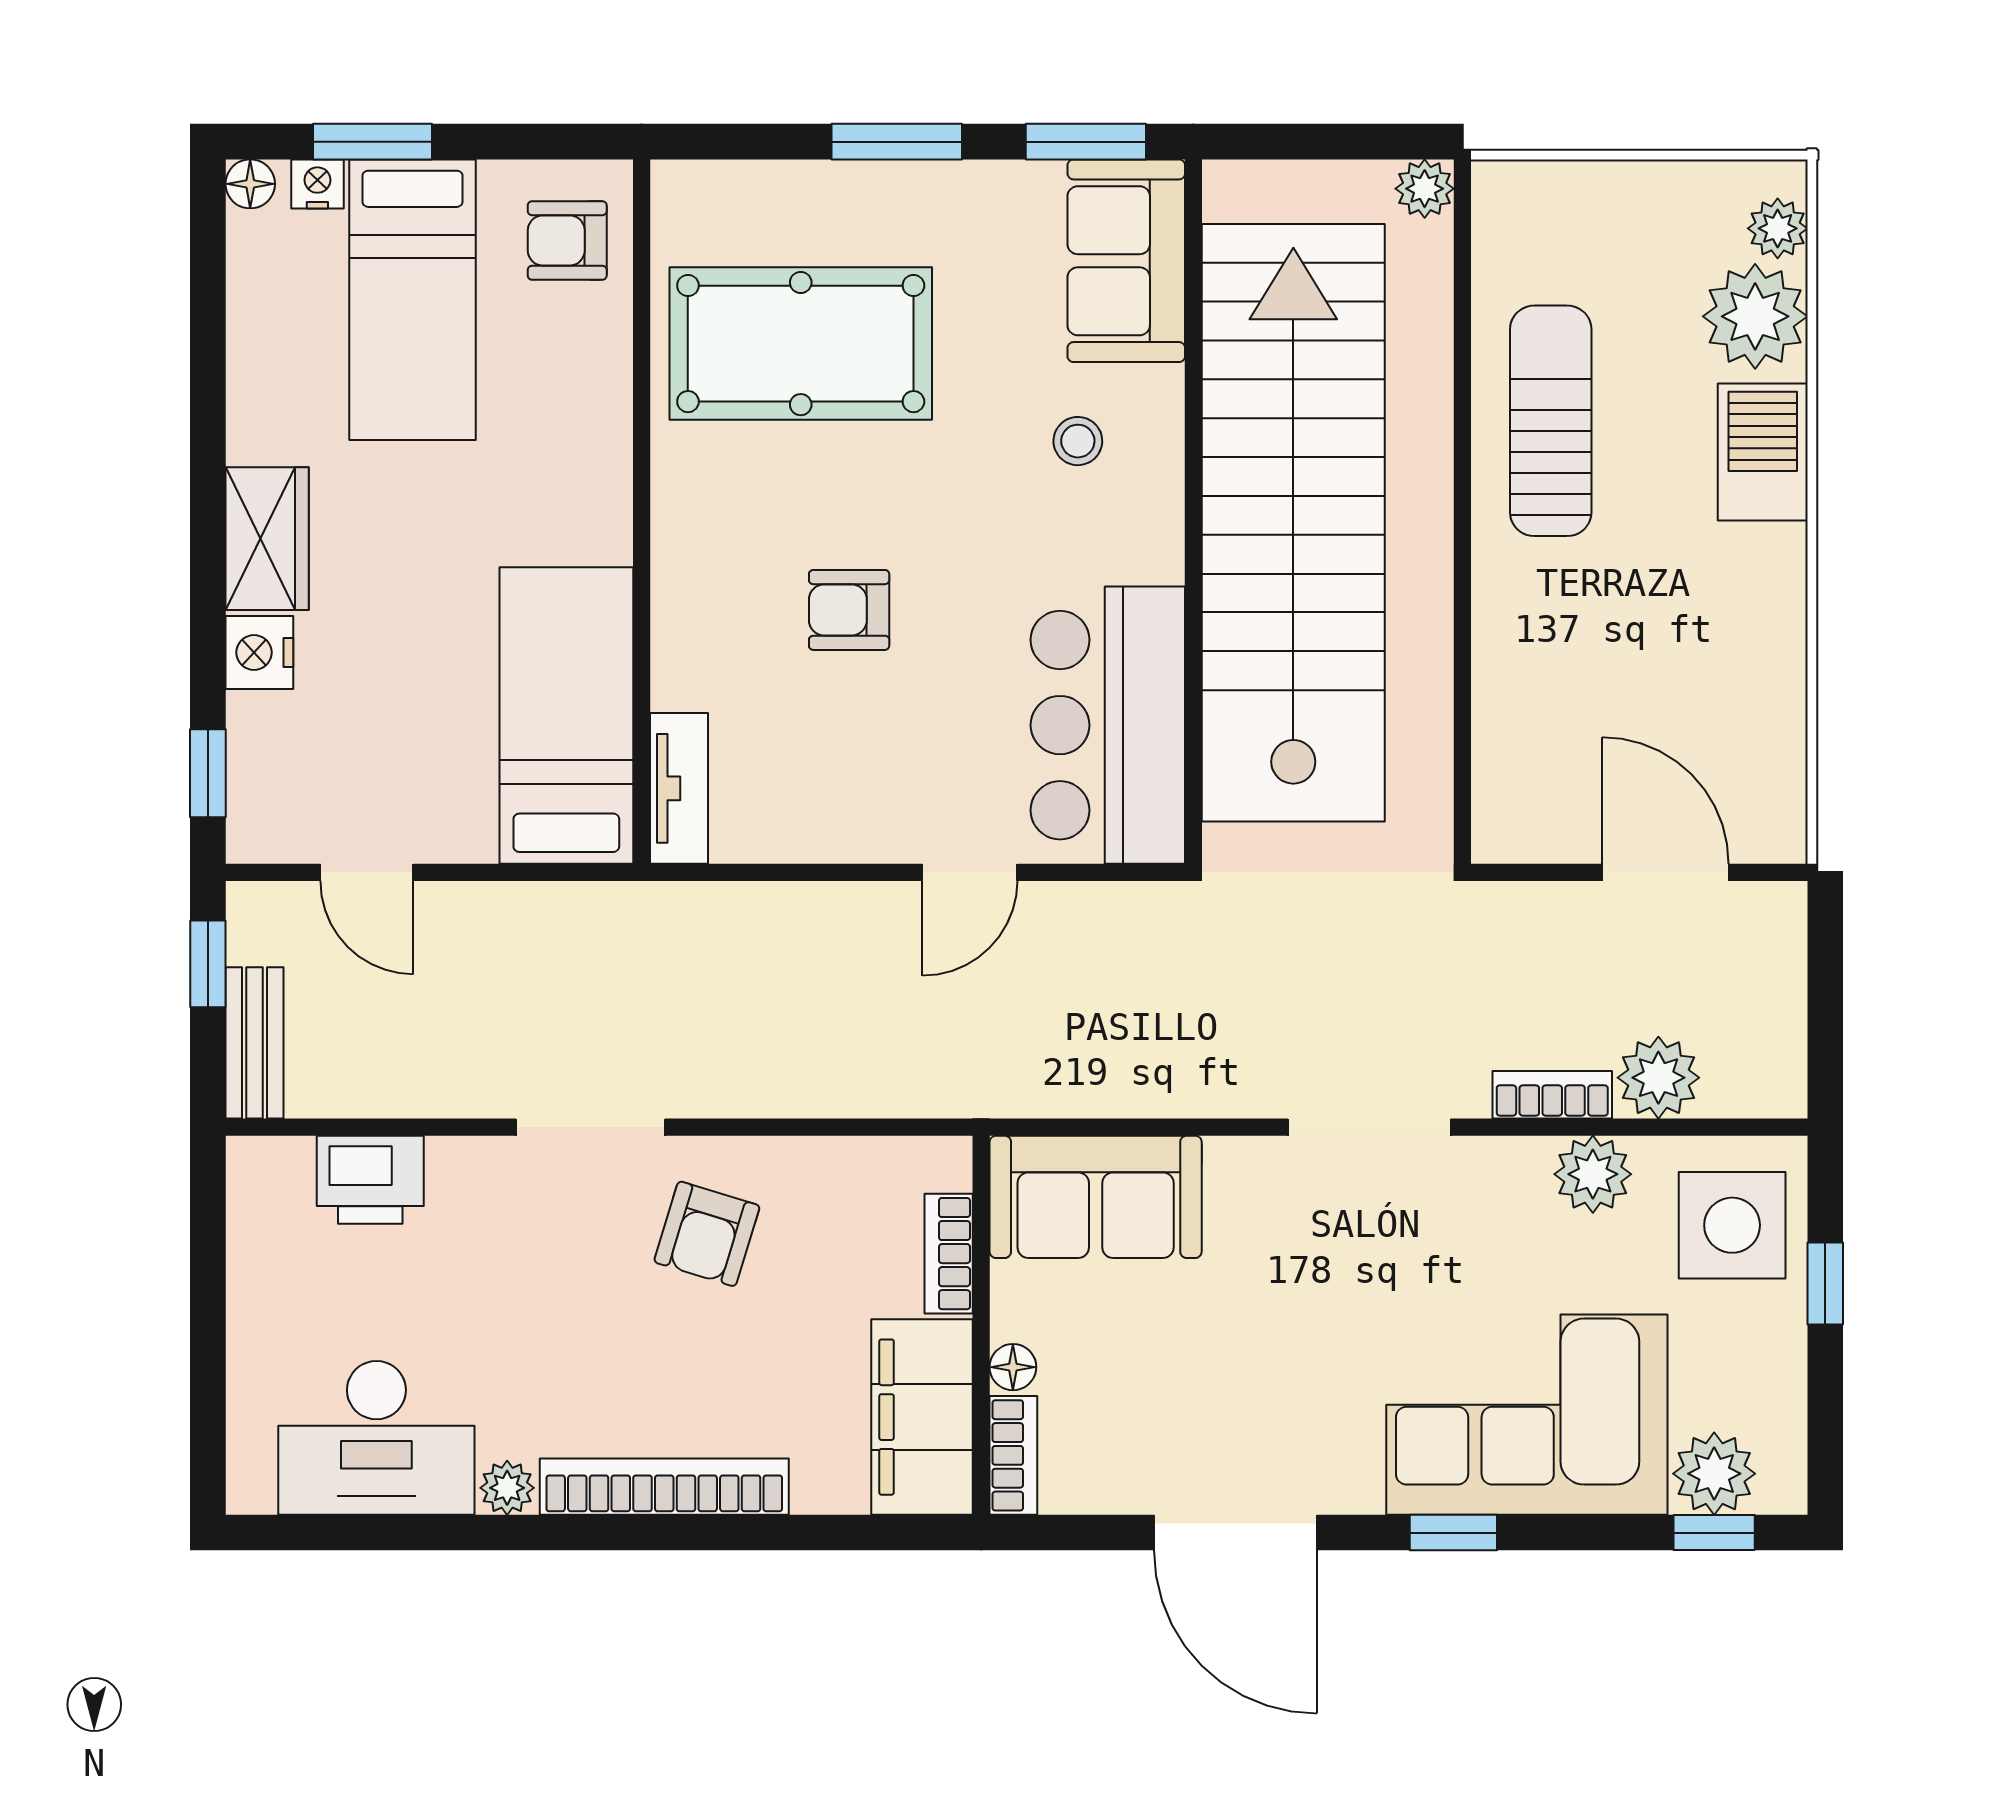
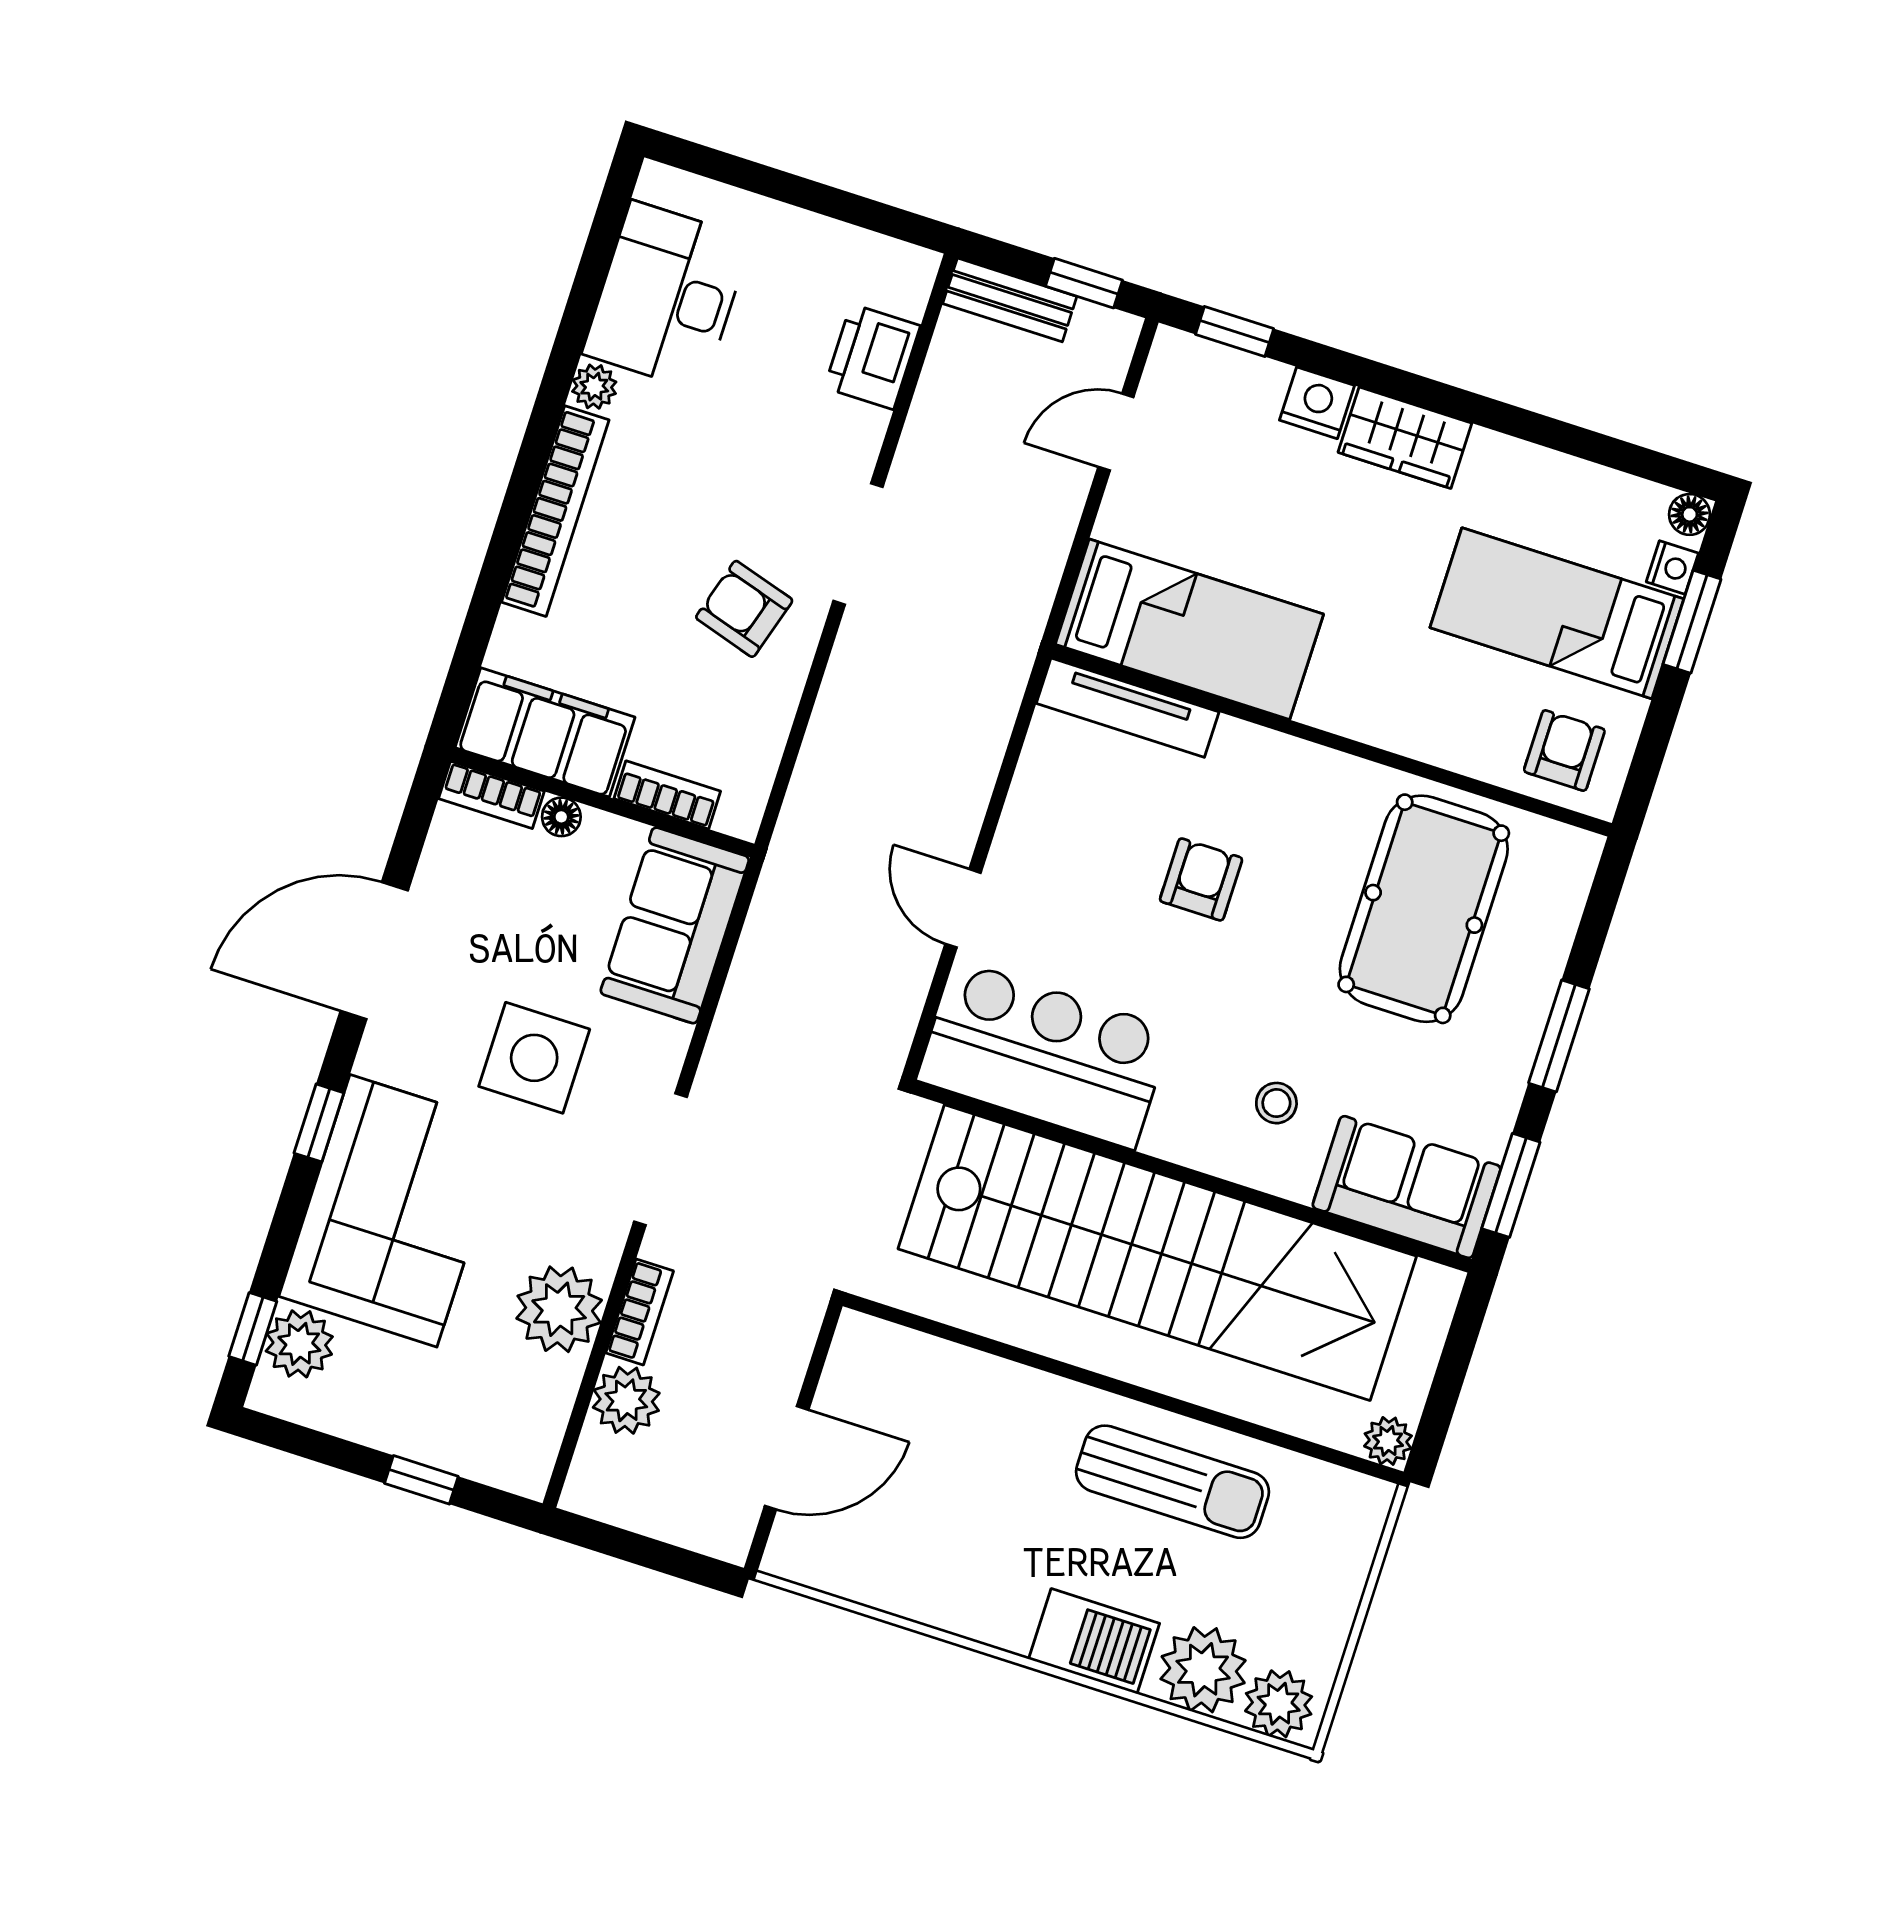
plant: (1778, 228) -> (1279, 1704), width x1.38, depth x1.38
tv unit: (679, 788) -> (1128, 708), width x1.41
plant: (1593, 1174) -> (559, 1309), width x1.36, depth x1.36
side table: (1732, 1225) -> (534, 1058), moved

